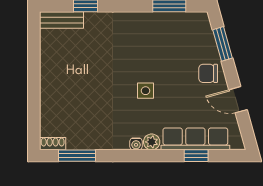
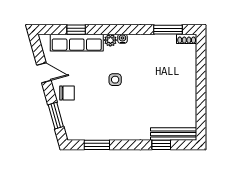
bench: (62, 20) -> (174, 134), width x1.36

